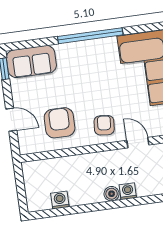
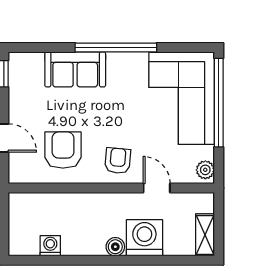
sofa: (31, 61) -> (75, 69), moved
washing machine: (128, 191) -> (144, 238), width x1.89, depth x1.89

